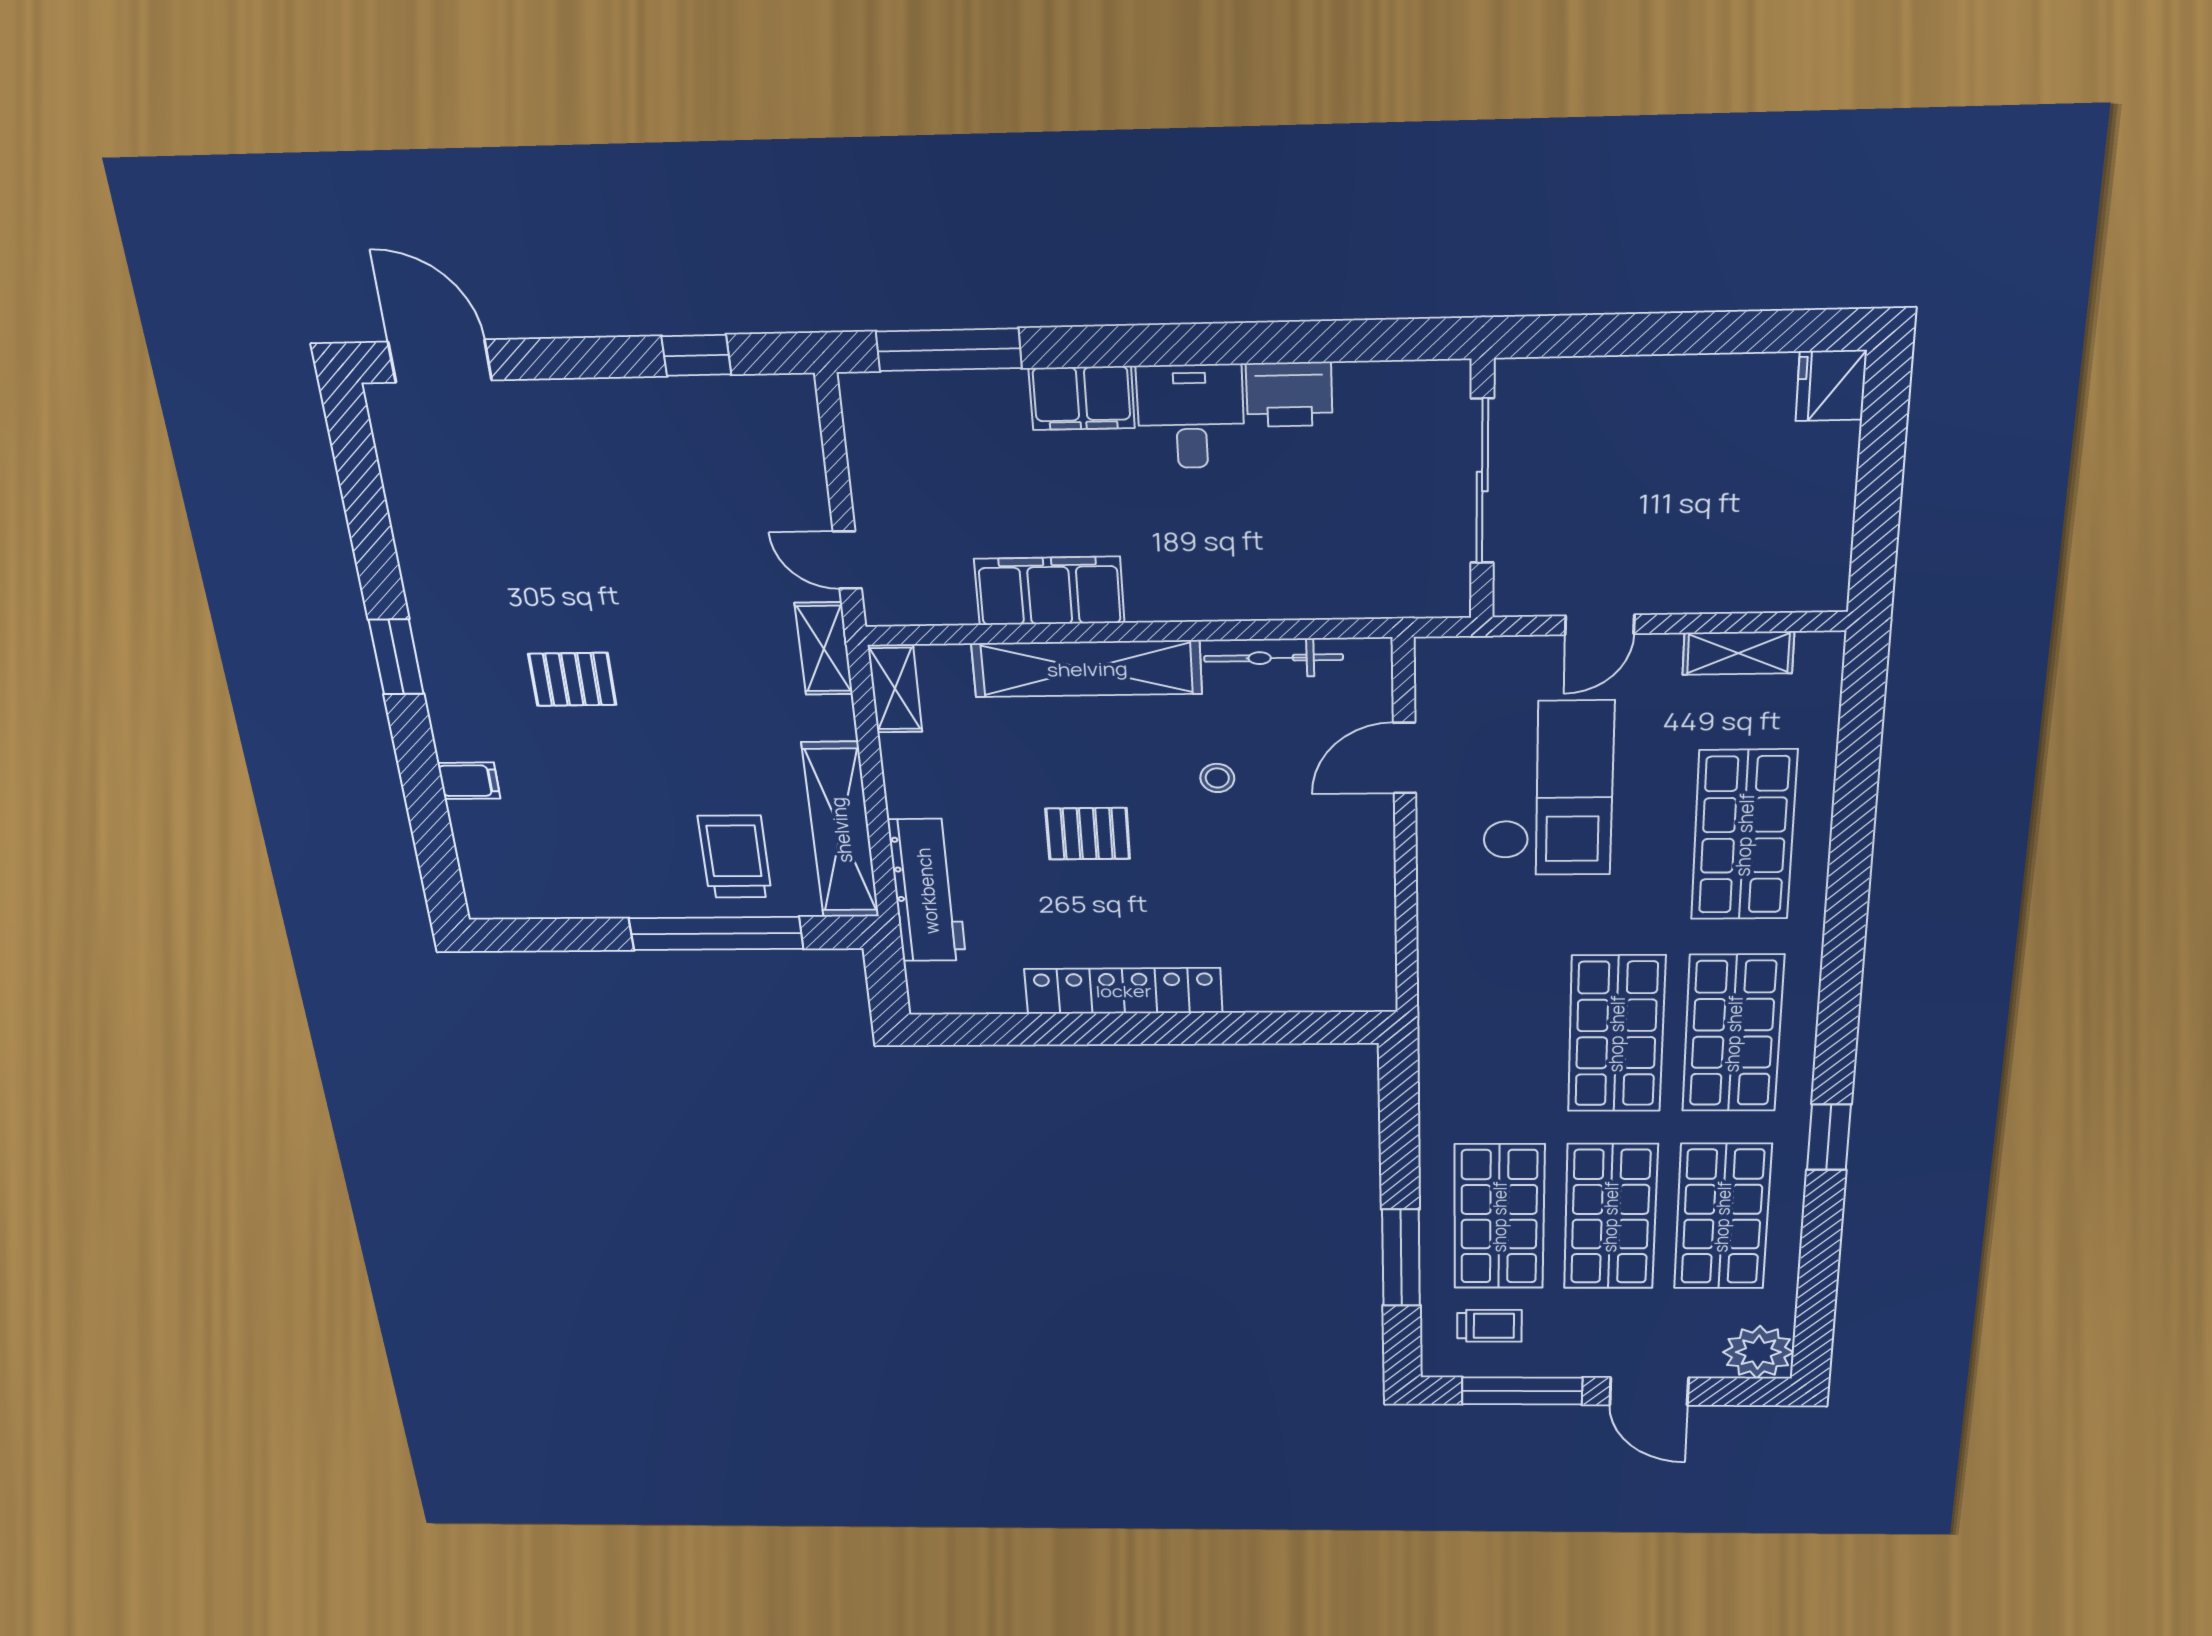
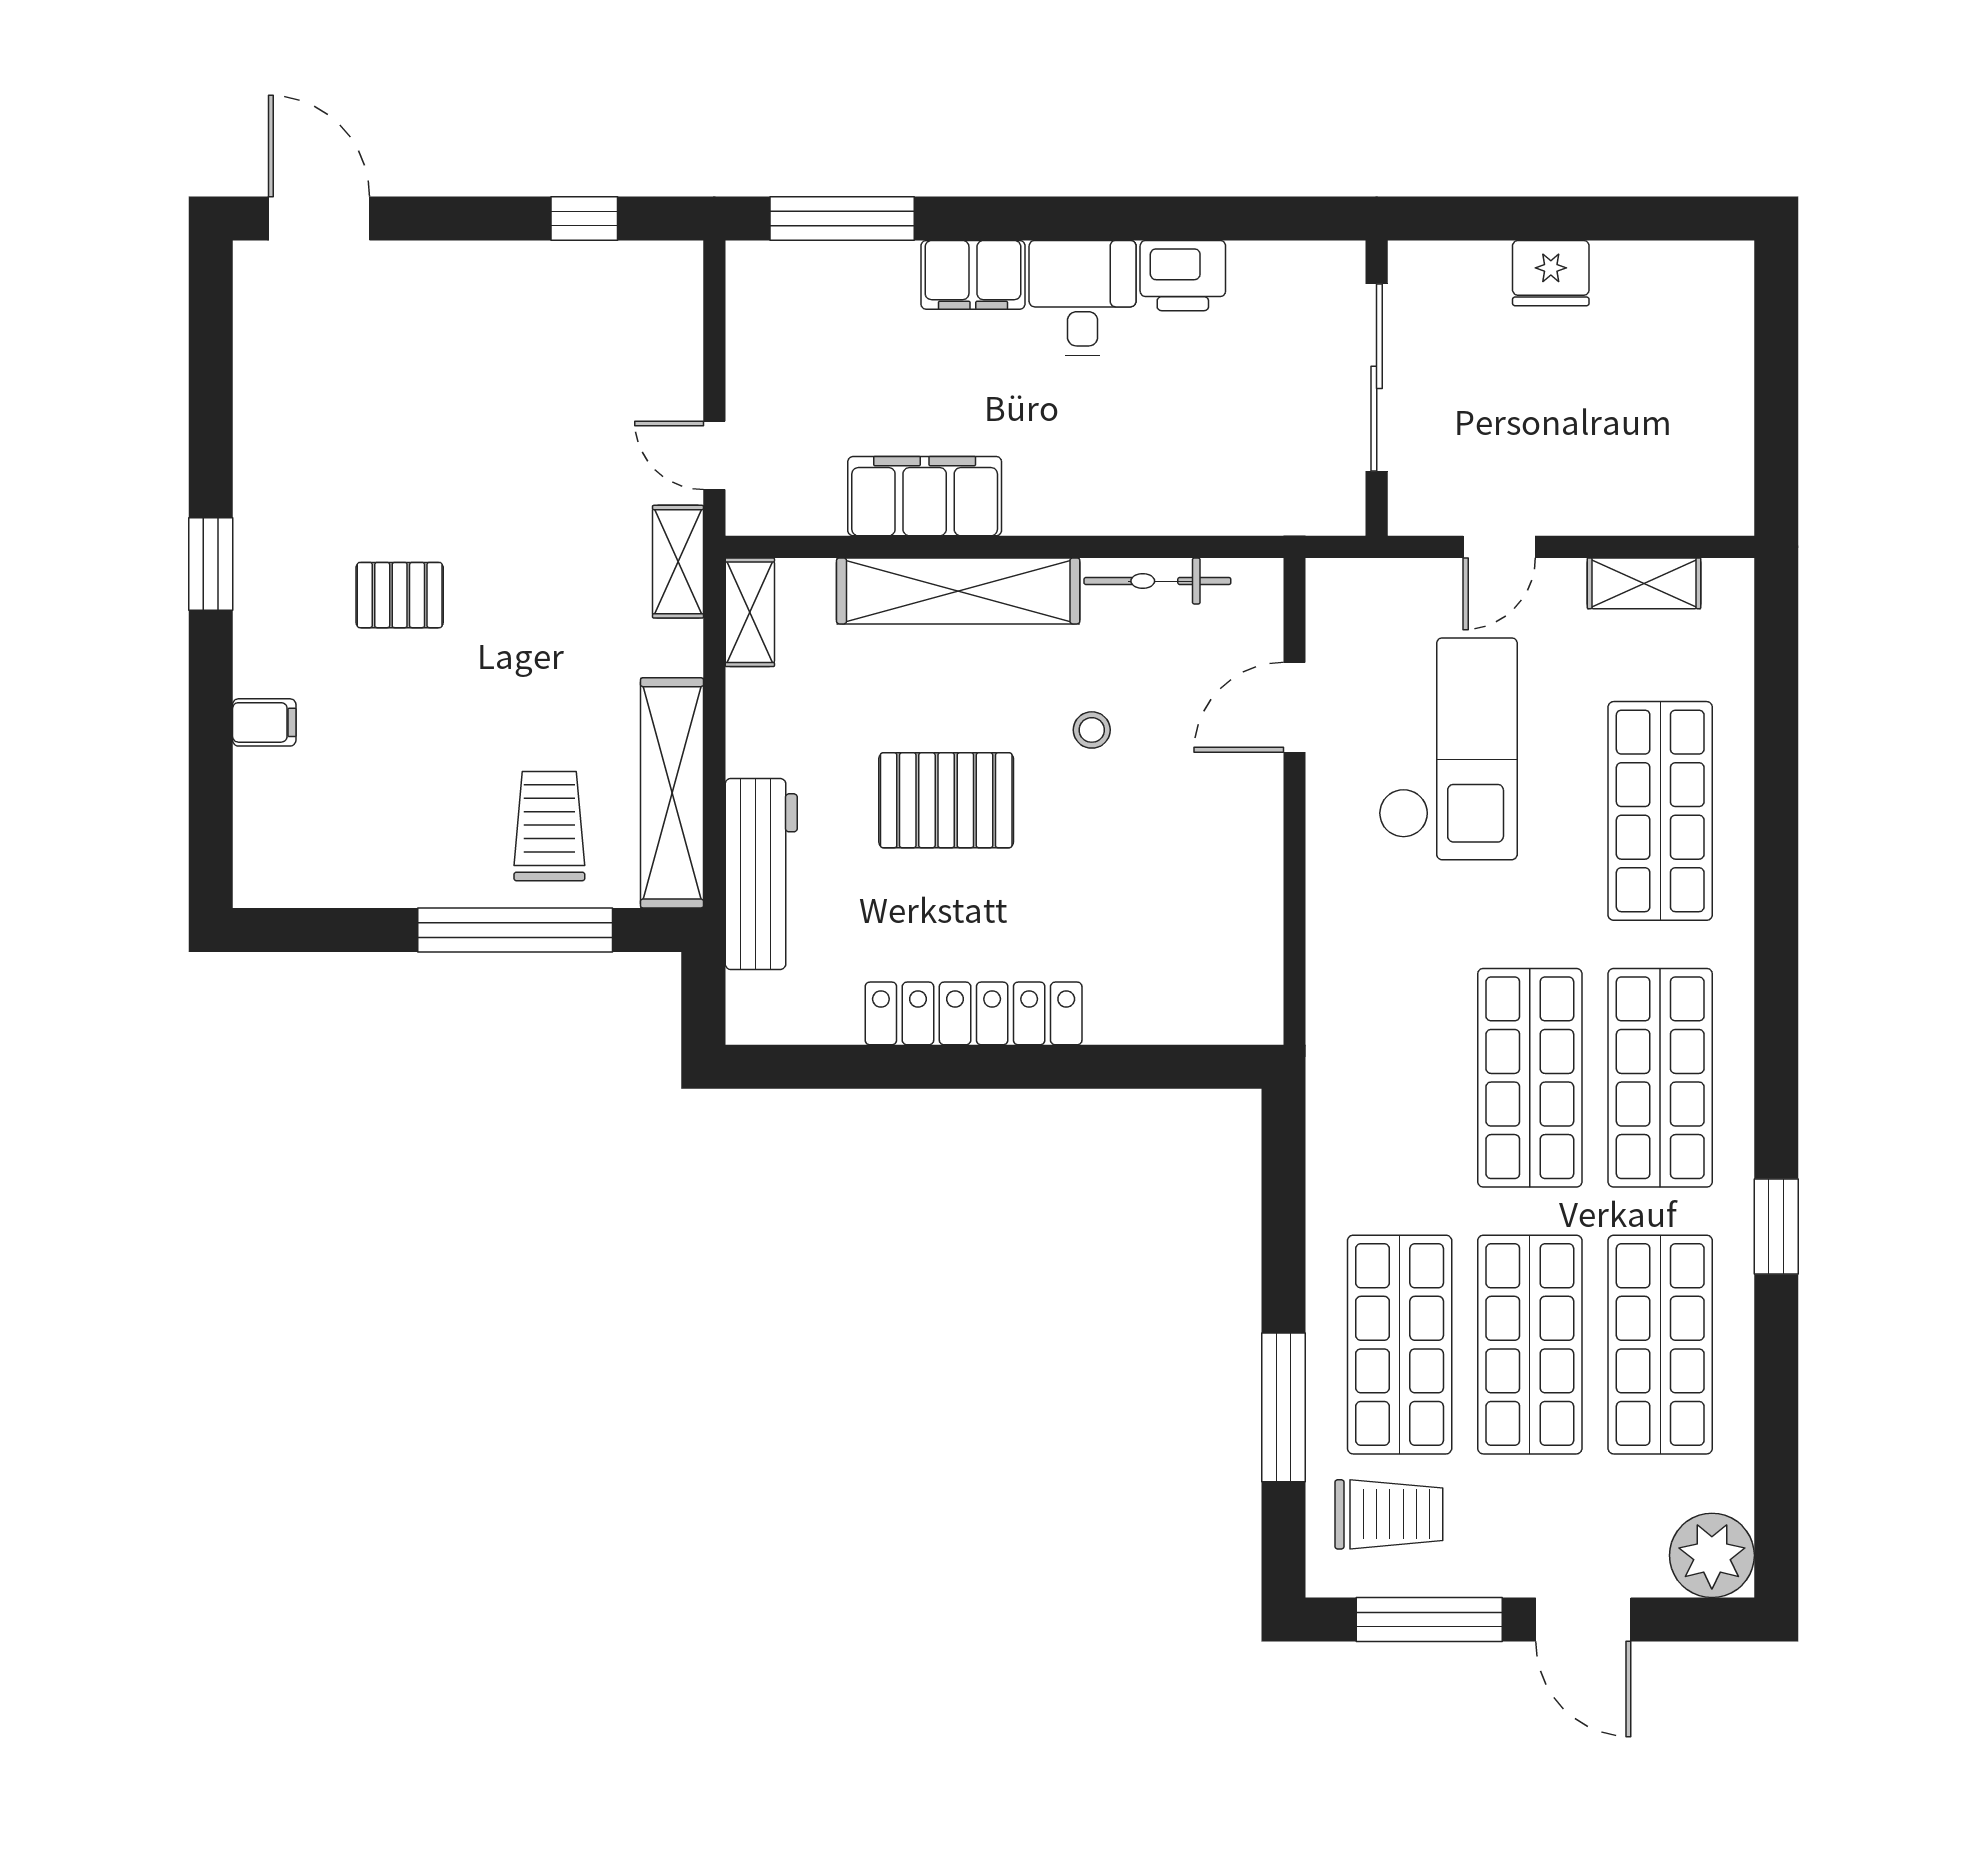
fridge: (1831, 386) -> (1551, 273), moved, turned -90
pallet: (1088, 834) -> (946, 800), width x1.50, depth x1.42
trolley: (1489, 1326) -> (1389, 1514), width x1.36, depth x1.39

